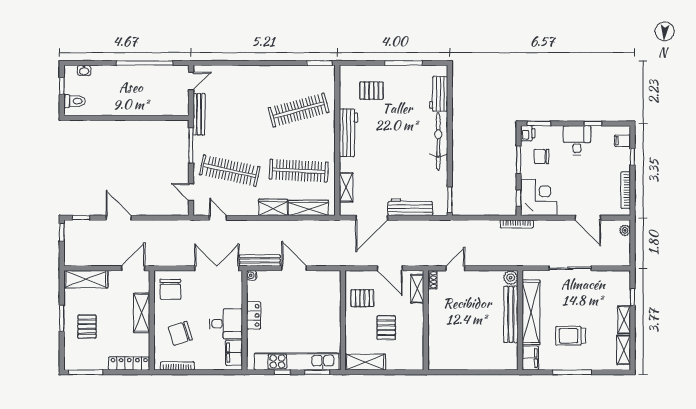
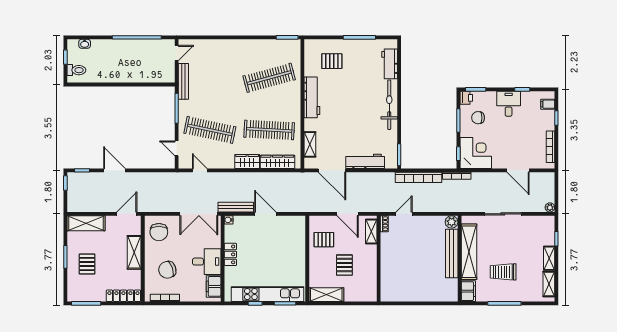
door: (372, 218) -> (332, 170), hinge flipped
bookcase: (472, 226) -> (418, 177), added
plant: (625, 230) -> (550, 207), moved
double door: (217, 268) -> (199, 214), swing flipped

